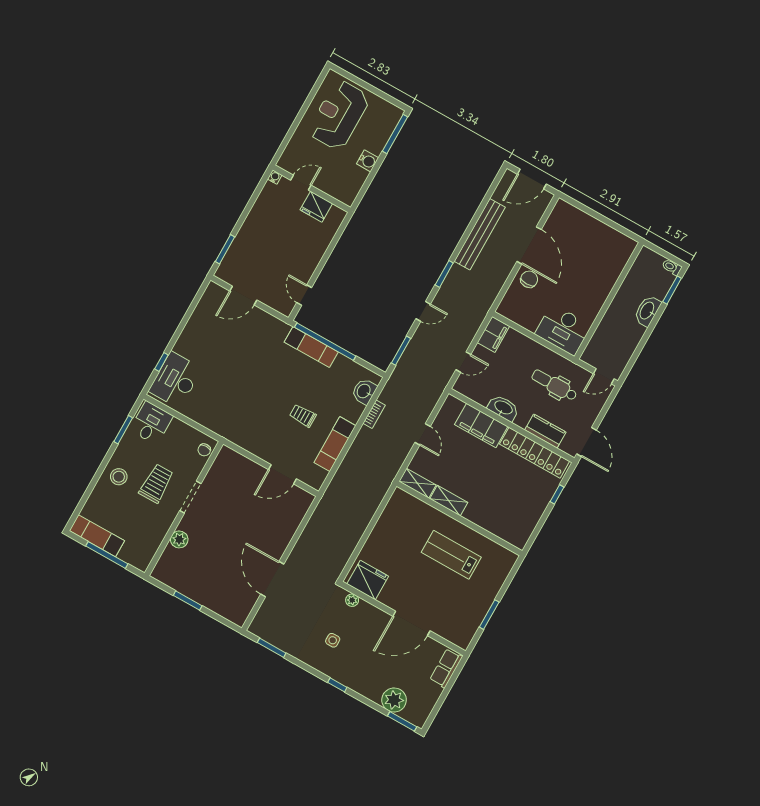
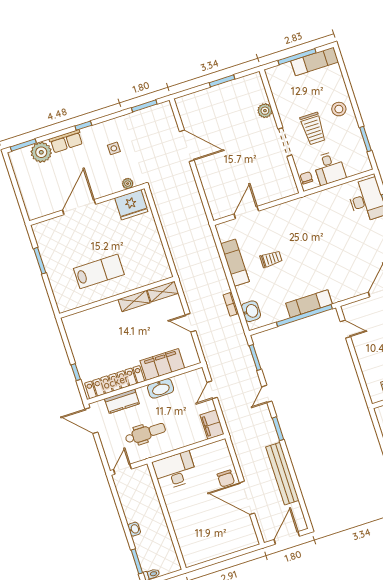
washbasin: (647, 311) -> (134, 529), width x0.52, depth x0.69
desk: (151, 423) -> (329, 168), moved
row of seats: (446, 668) -> (66, 141), moved, turned 90

